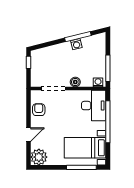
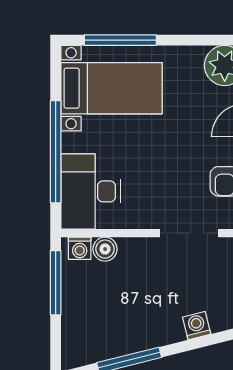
washing machine: (76, 44) -> (197, 326), moved
boiler: (75, 82) -> (105, 249), moved

